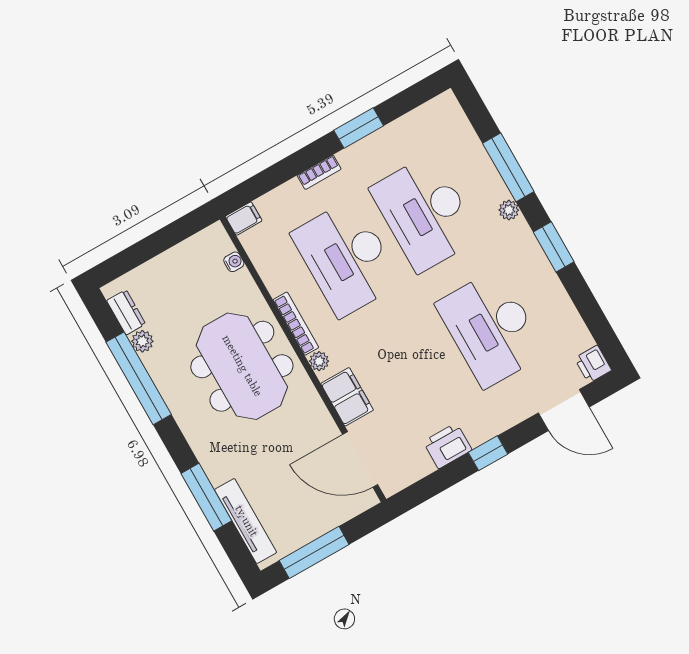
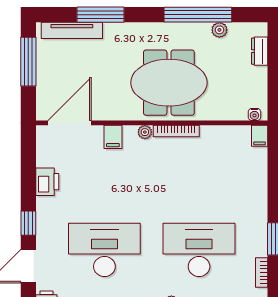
bookcase: (319, 172) -> (262, 272), moved
desk: (346, 258) -> (199, 185), removed
water cooler: (234, 262) -> (254, 114), moved
dresser: (126, 312) -> (260, 51), moved, turned 90
filing cabinet: (347, 397) -> (113, 137), width x0.50
window: (488, 453) -> (28, 223), moved

